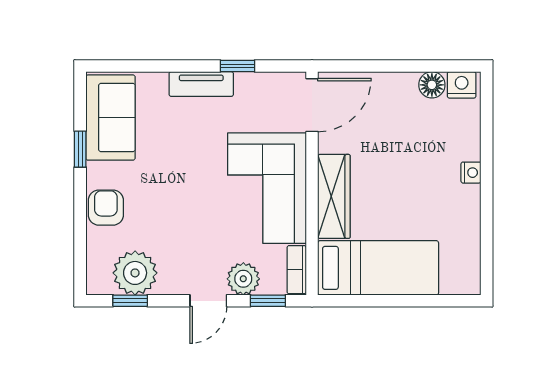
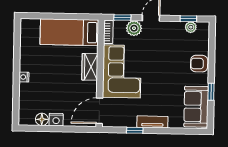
nightstand: (462, 85) -> (56, 120), moved
wardrobe: (334, 196) -> (90, 67), width x0.67
armchair: (106, 208) -> (199, 64), turned 90
plant: (135, 273) -> (191, 27), width x0.53, depth x0.53

